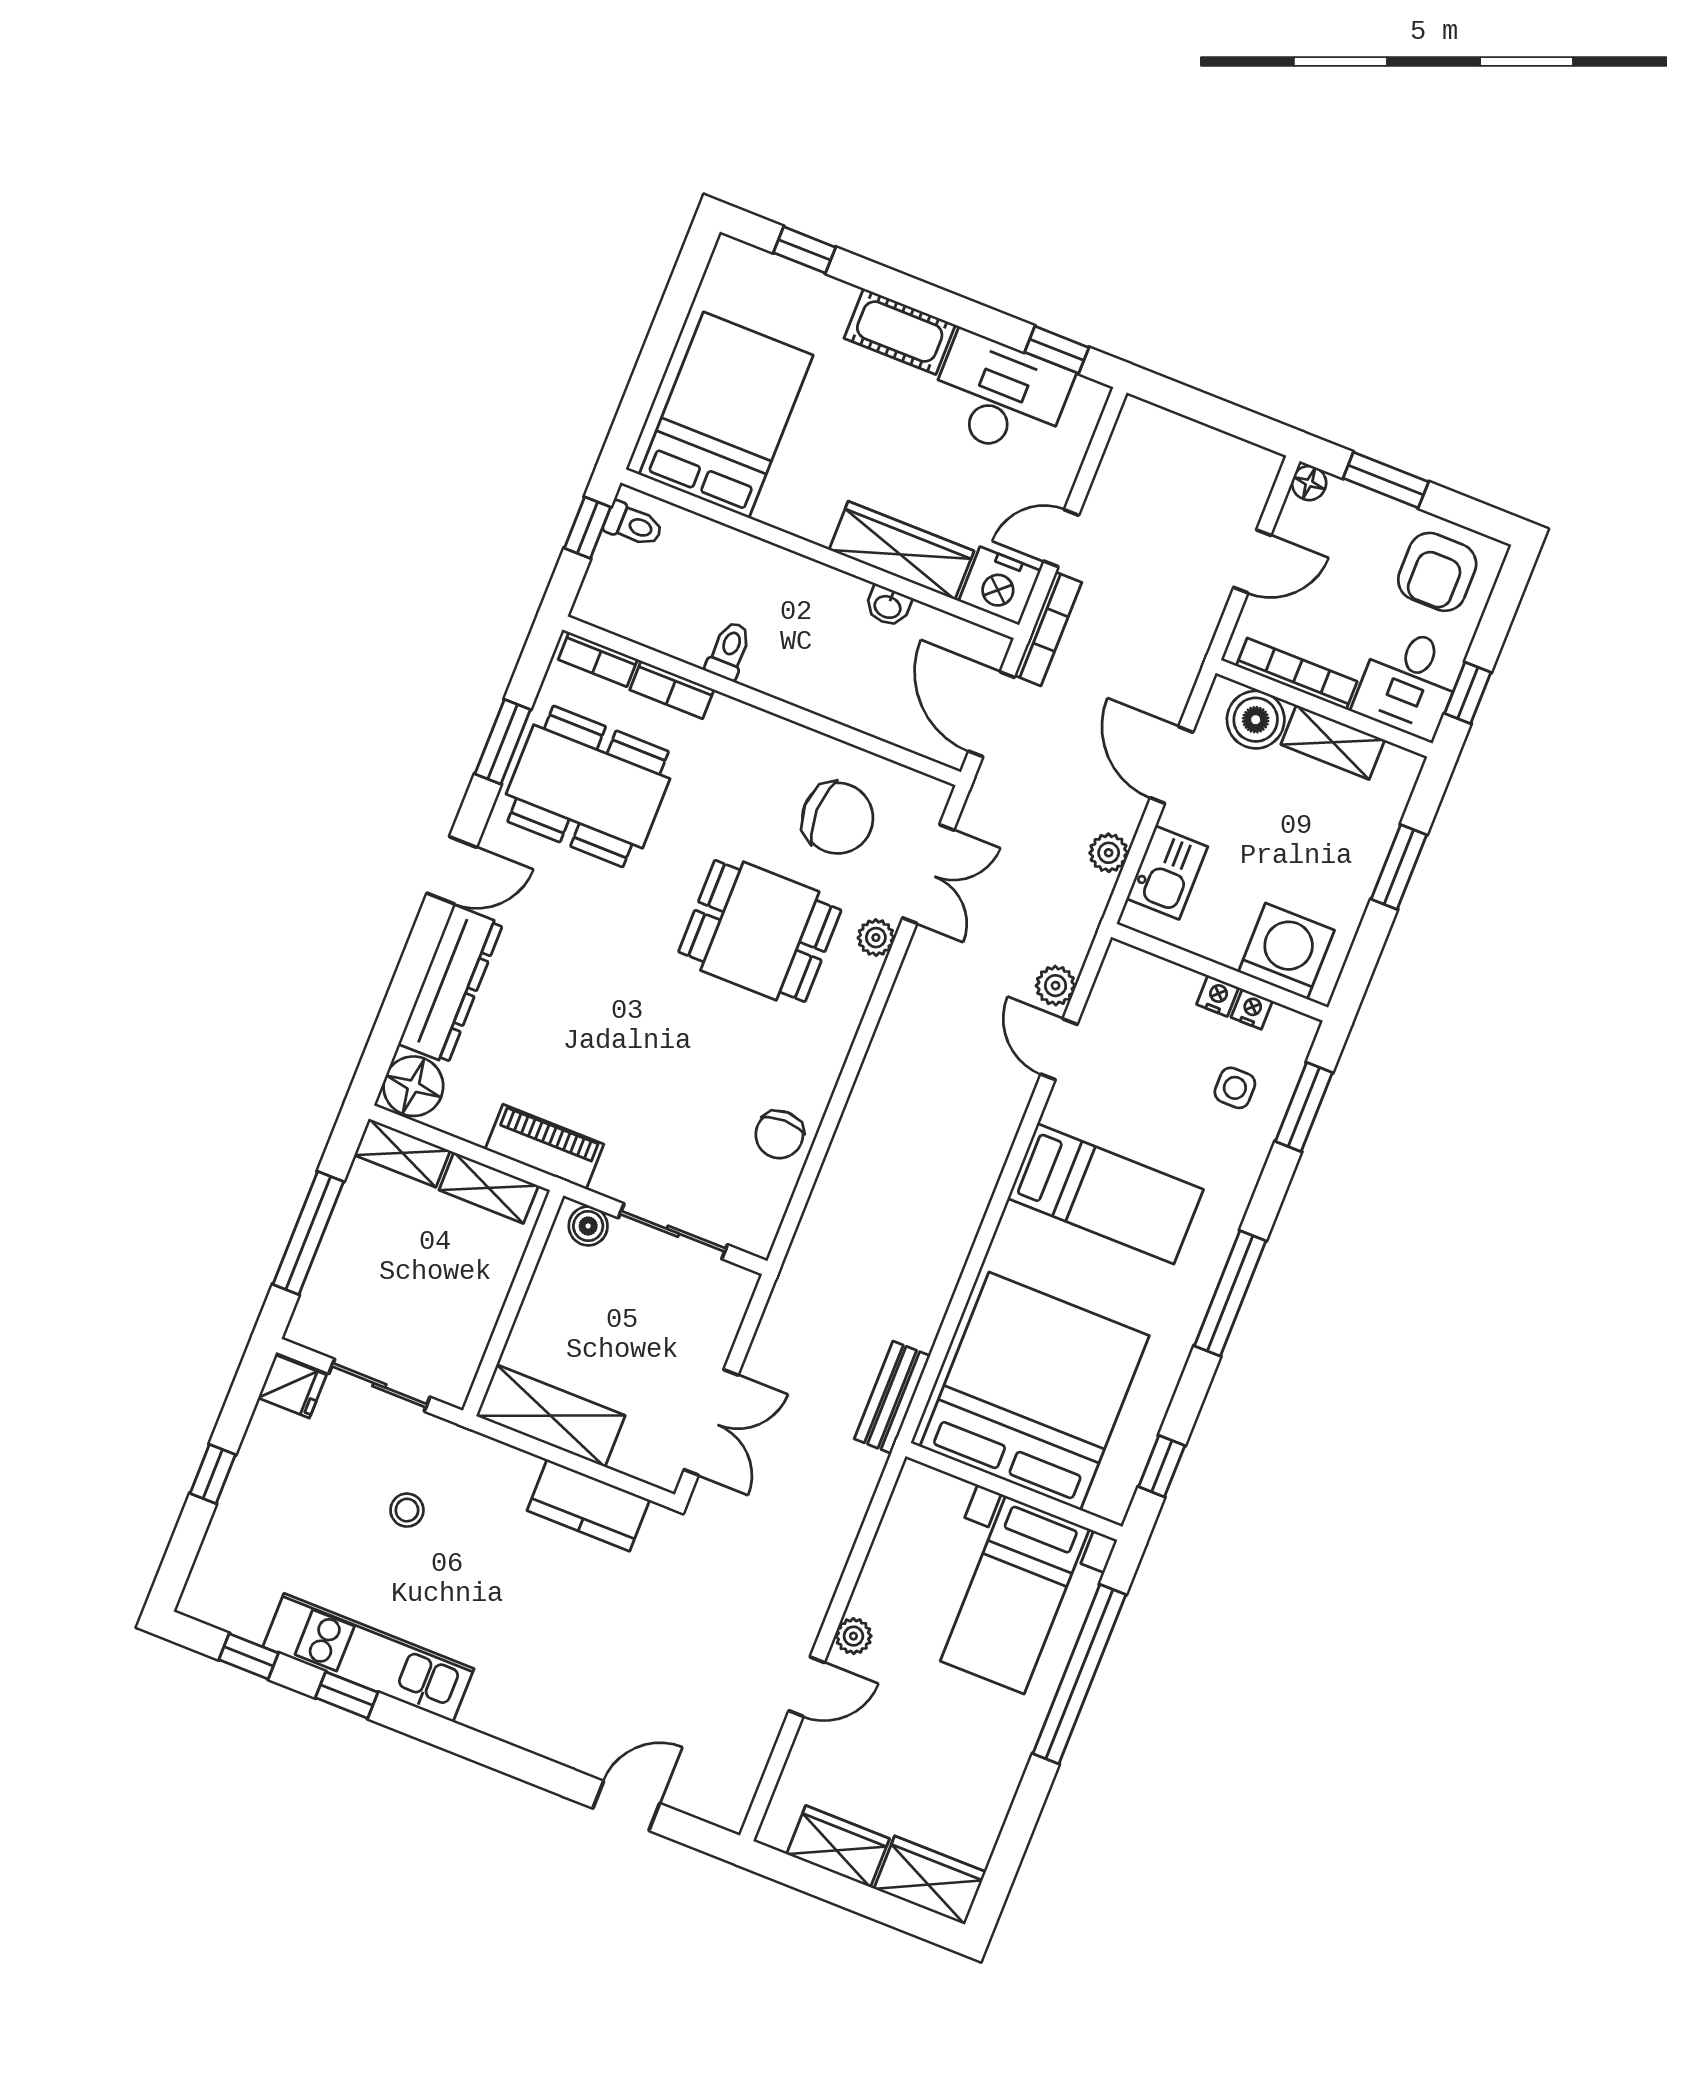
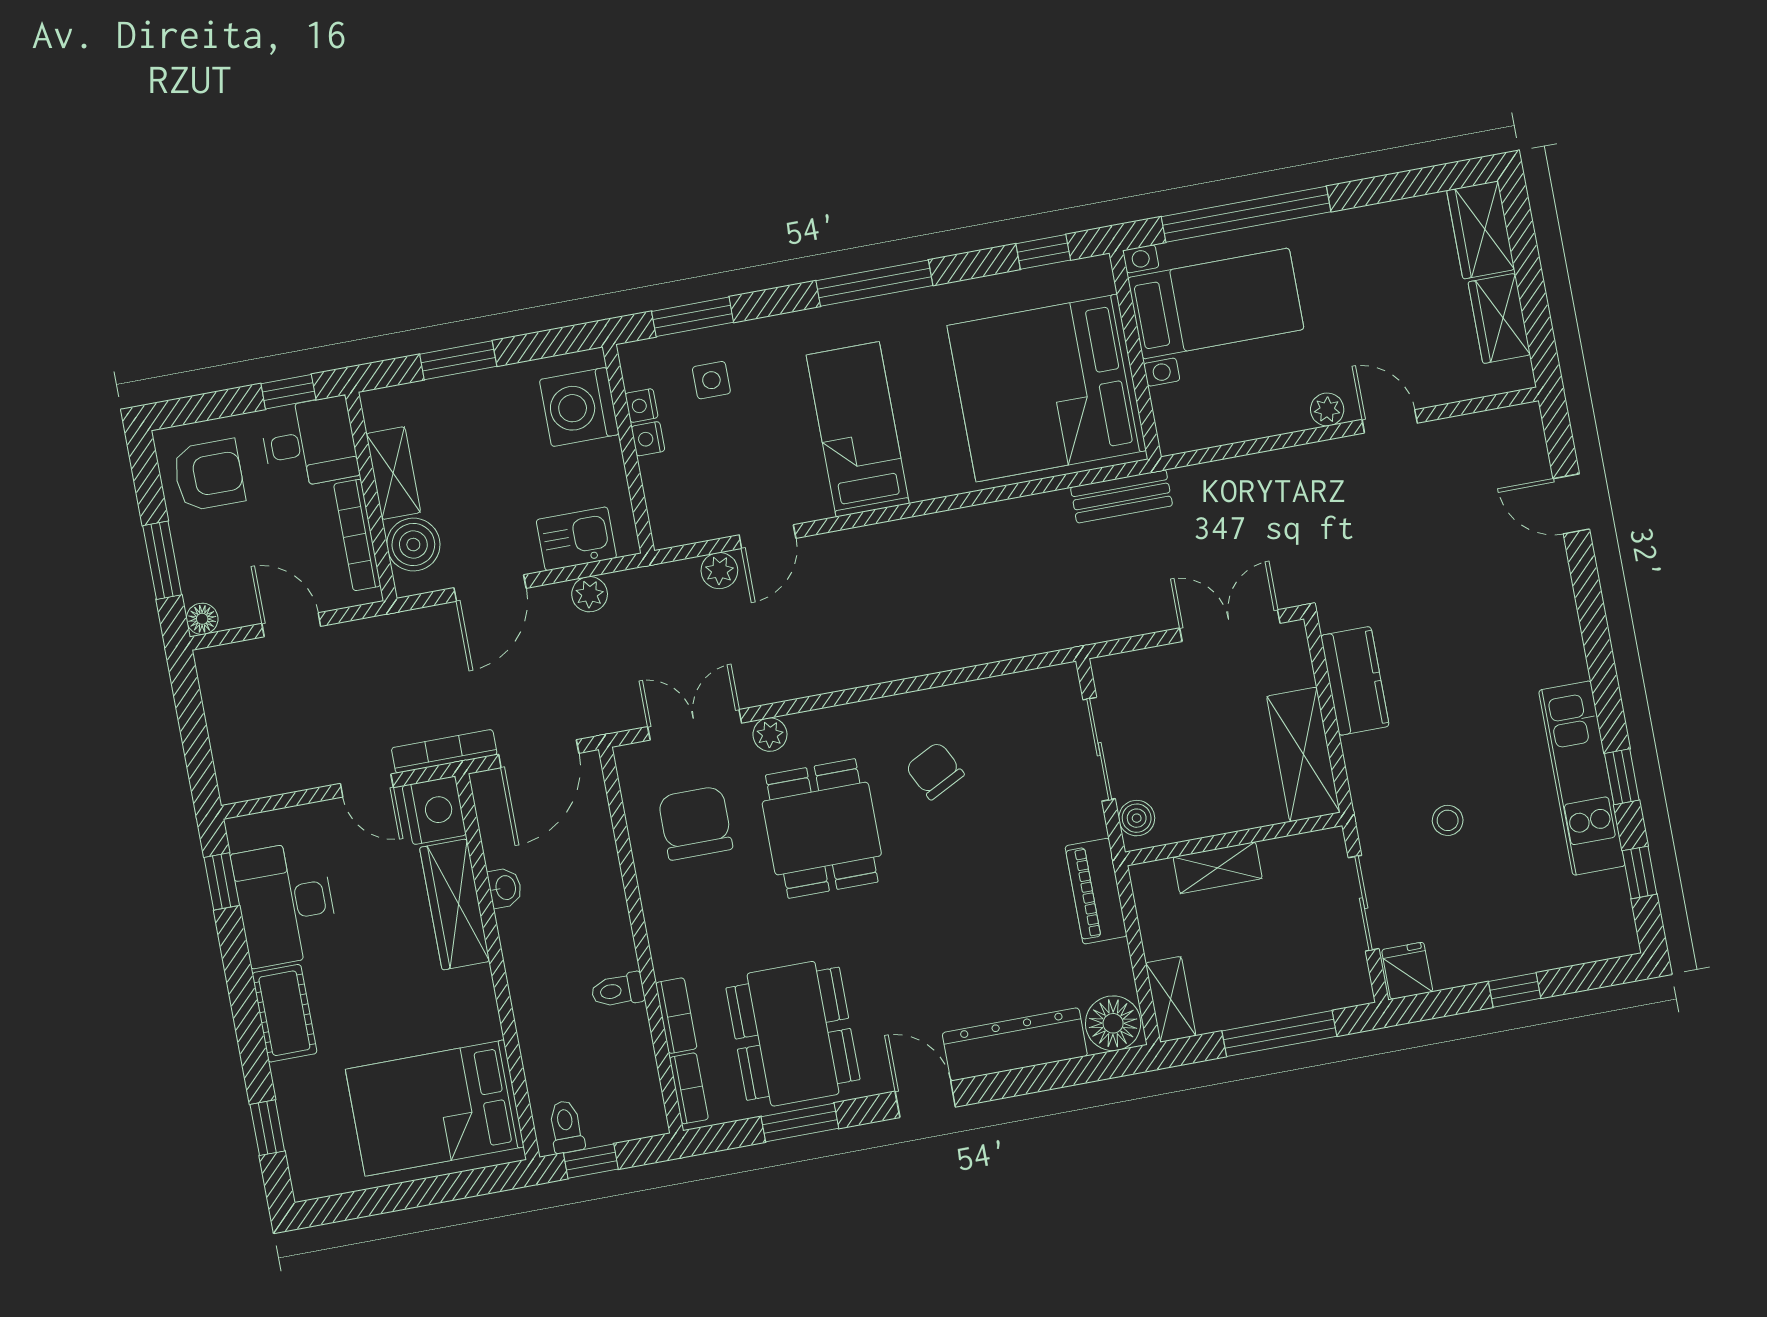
chair: (779, 1135) -> (935, 771), moved, turned -117
shelving: (489, 1188) -> (1218, 868), moved, turned 90

